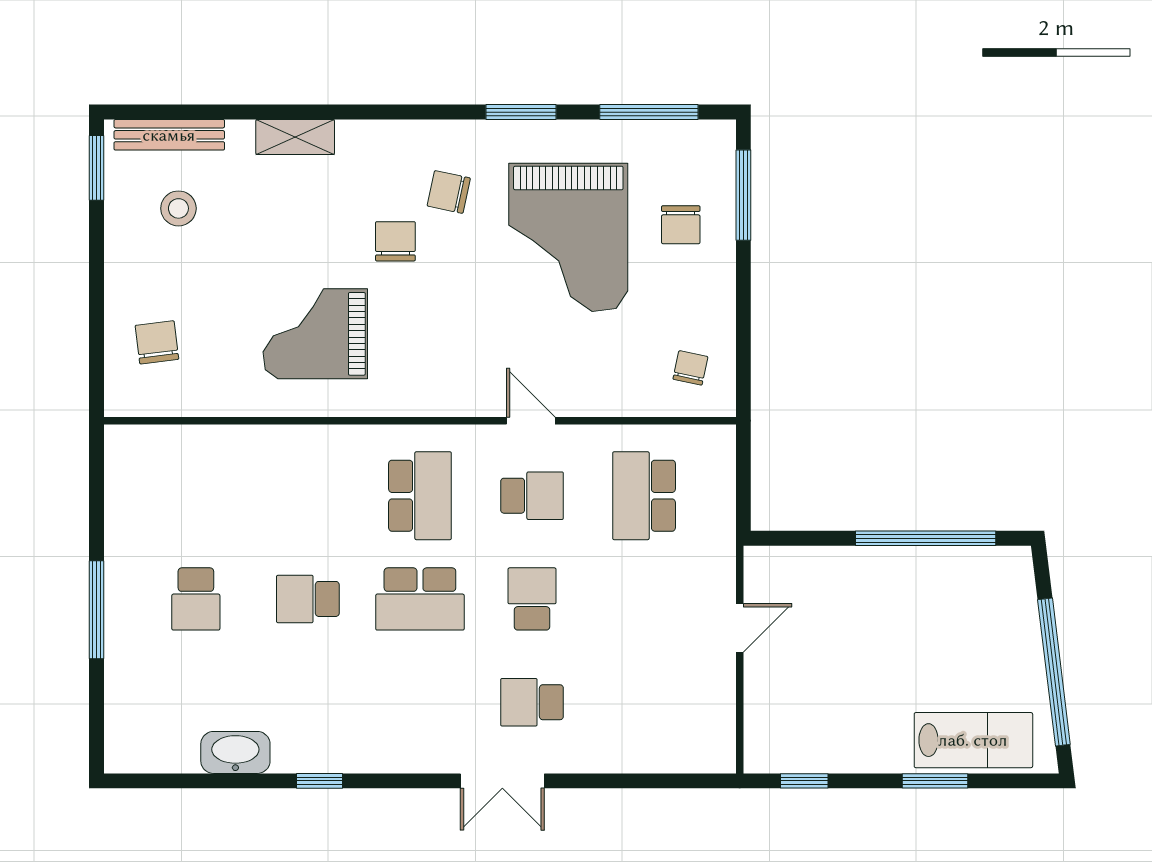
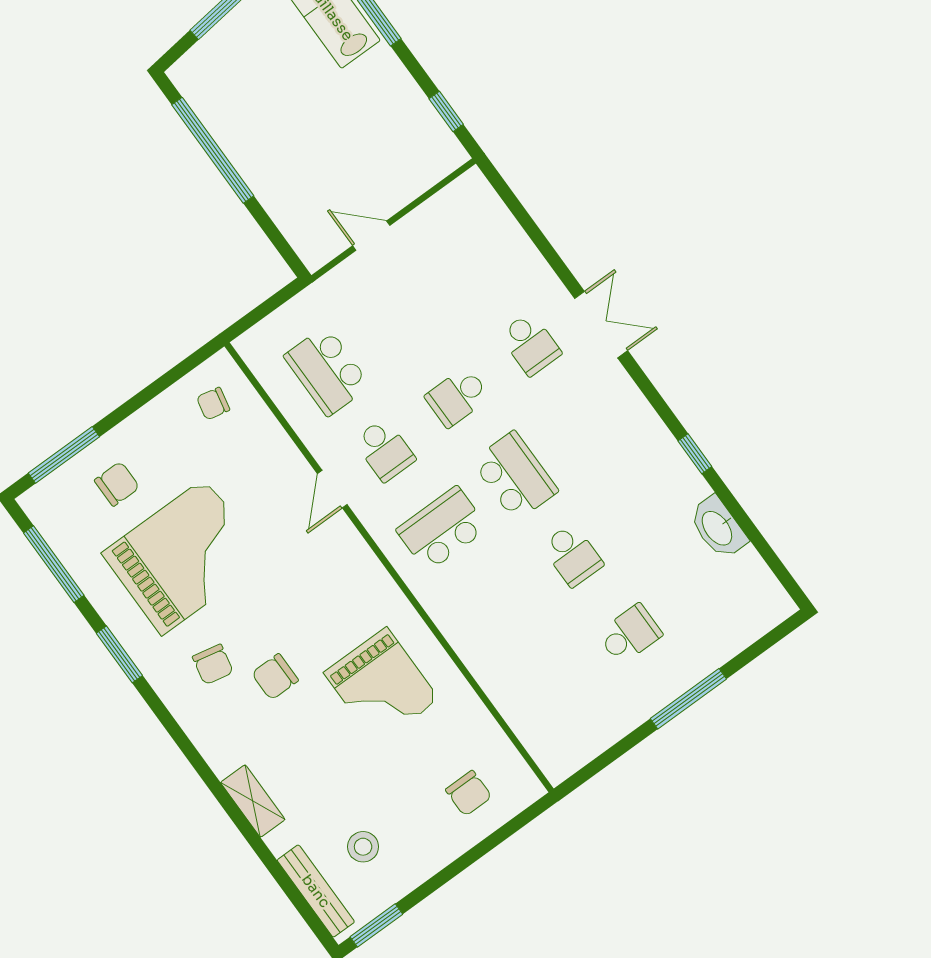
chair: (157, 342) -> (469, 793), turned -83
school desk: (532, 496) -> (385, 450), turned 180
school desk: (644, 496) -> (327, 371), turned 90

